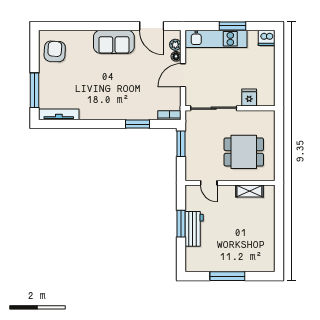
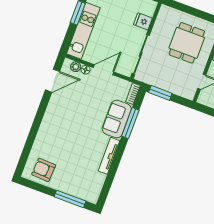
sofa: (114, 42) -> (117, 119), moved, turned 180
door: (183, 75) -> (104, 70), swing flipped
tv unit: (59, 114) -> (109, 156), moved
window: (137, 124) -> (130, 123), width x1.44

